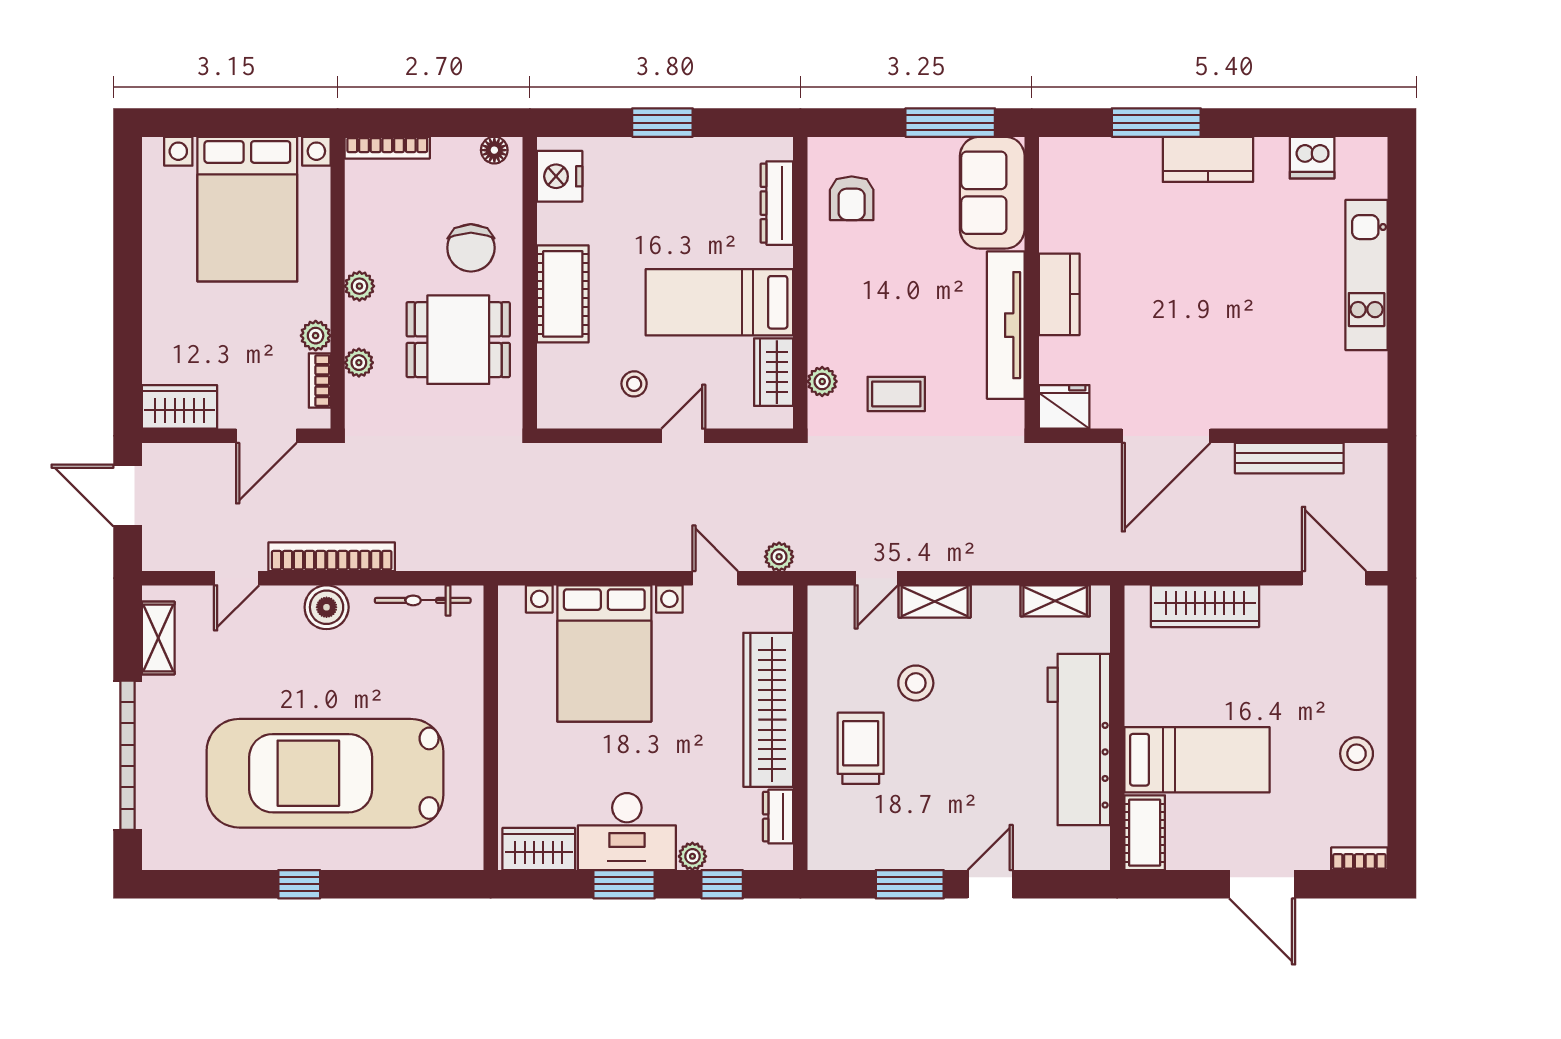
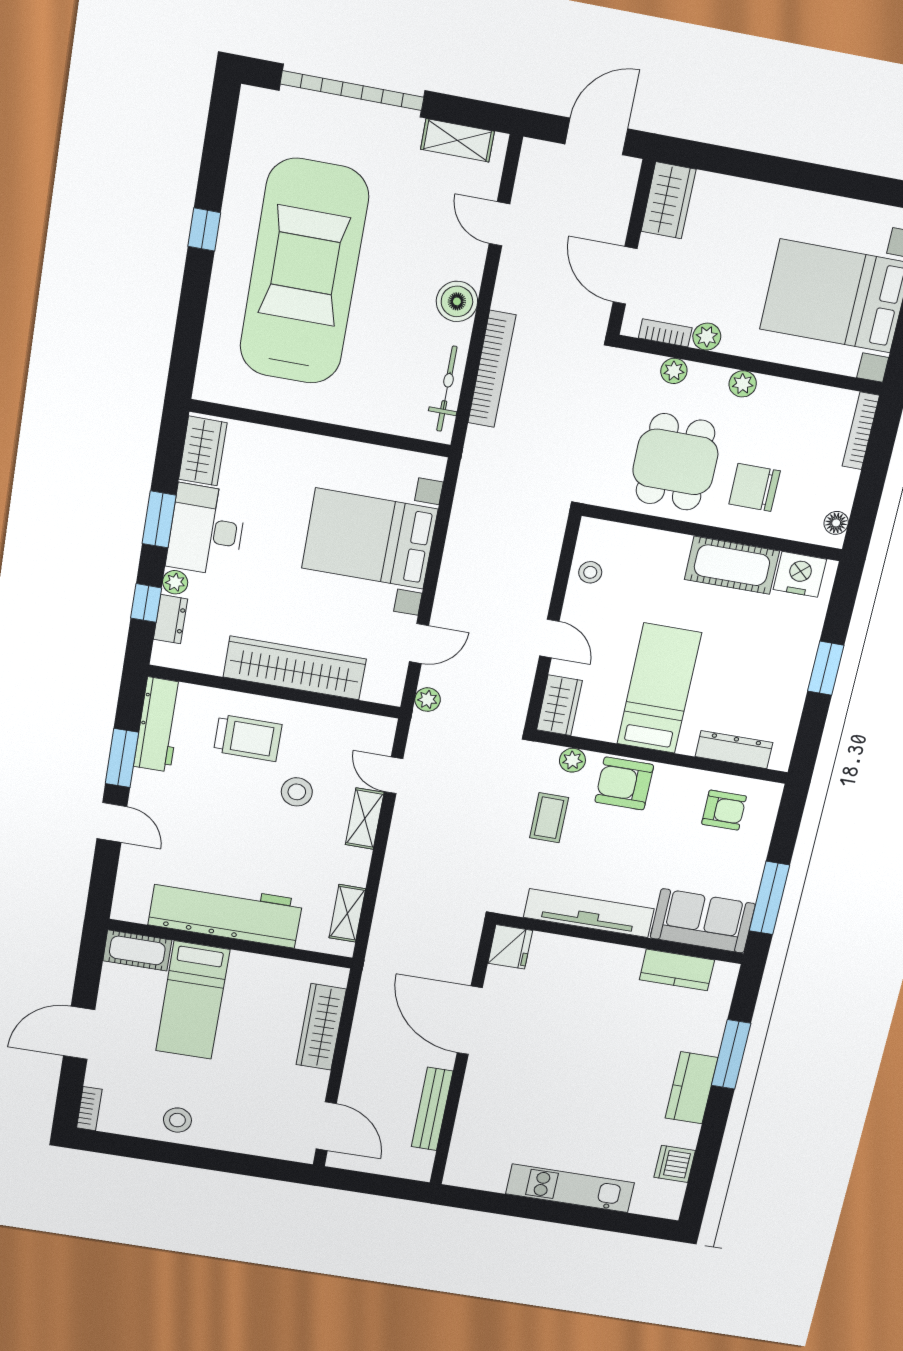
armchair: (852, 198) -> (724, 810), turned 180
cot: (563, 294) -> (732, 565), moved
kitchen counter: (1059, 294) -> (677, 970), moved
armchair: (840, 318) -> (624, 783), added
wardrobe: (774, 372) -> (559, 705), moved, turned 90
stool: (634, 384) -> (590, 572), moved
bookcase: (332, 557) -> (492, 369), moved
door: (1334, 578) -> (326, 1126), hinge flipped
dresser: (778, 817) -> (171, 619), moved, turned 90
workbench: (863, 849) -> (159, 725), added

